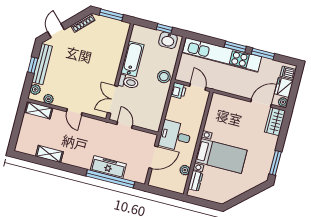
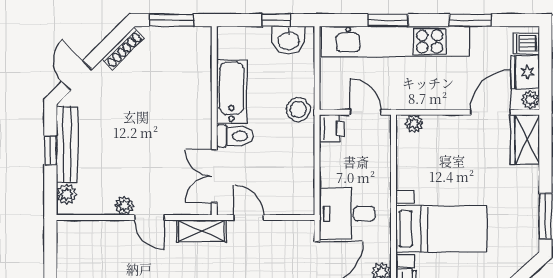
window: (235, 47) -> (388, 20), moved
plant: (48, 99) -> (124, 206), moved
plant: (221, 99) -> (414, 124), added
shelving: (39, 110) -> (202, 231), moved

